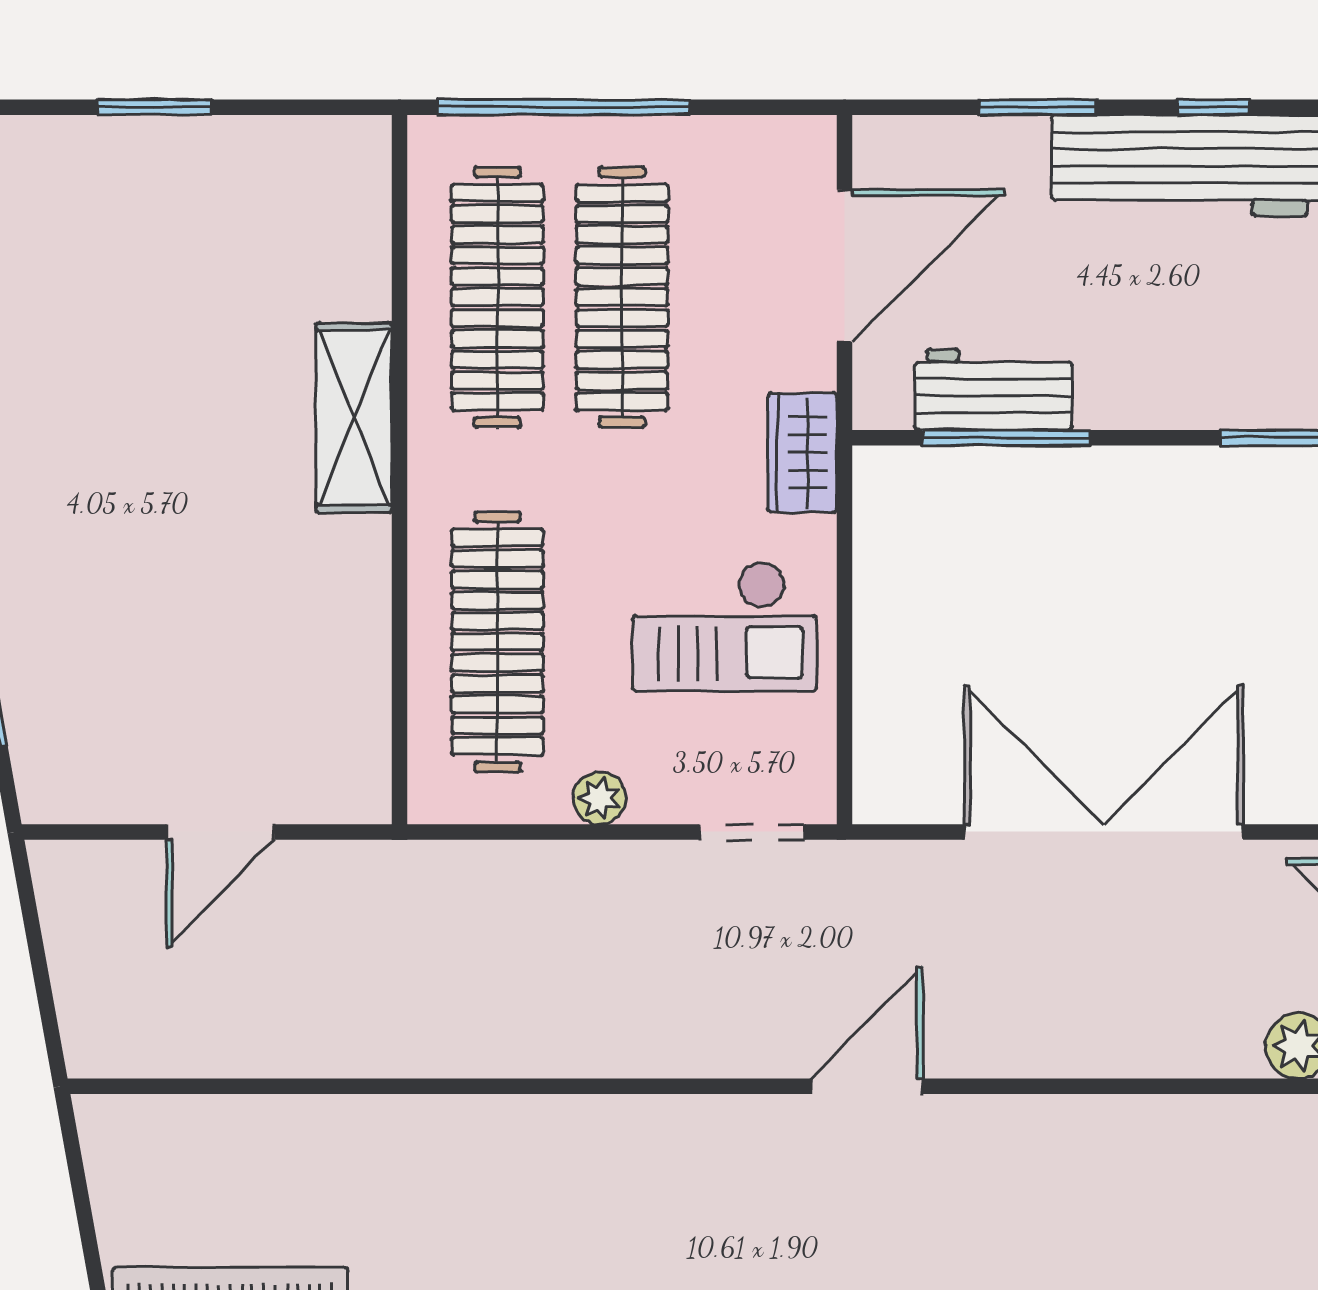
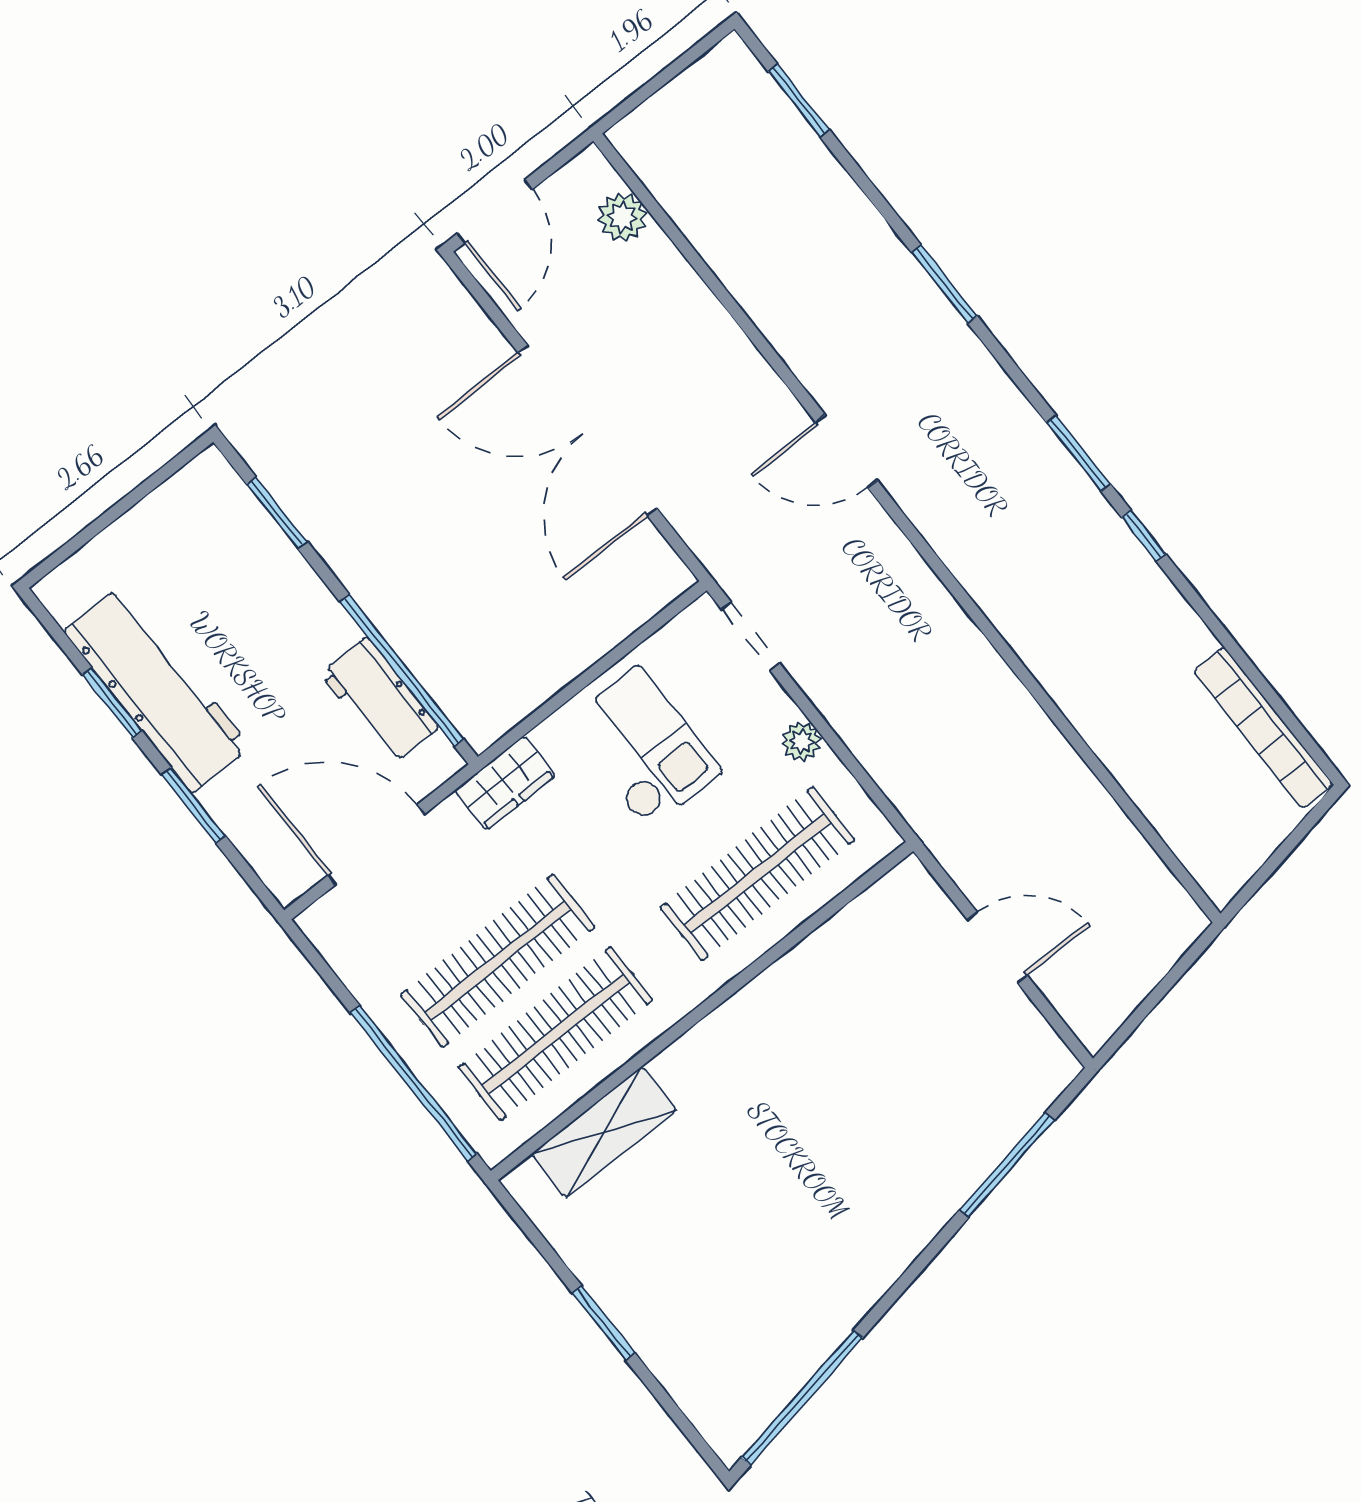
window: (1213, 107) -> (112, 703), width x1.50
shelving: (354, 418) -> (604, 1132), moved
window: (1006, 438) -> (402, 670), width x1.46

